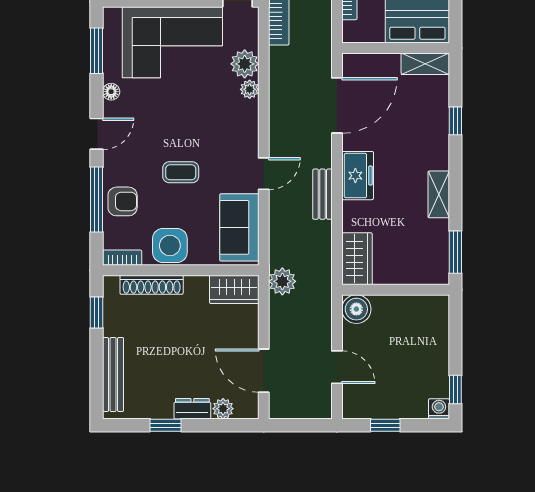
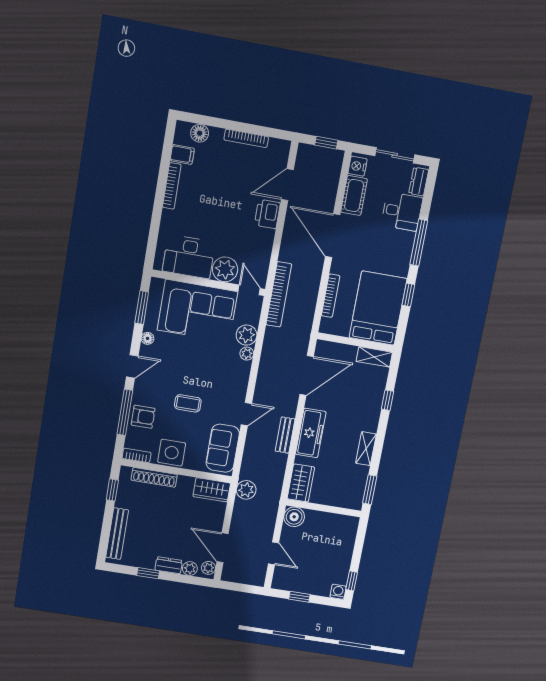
freezer: (358, 176) -> (311, 433), width x1.40
plant: (249, 404) -> (208, 568), added

